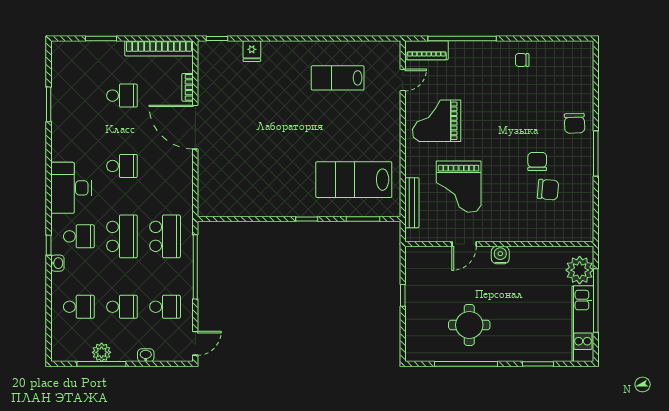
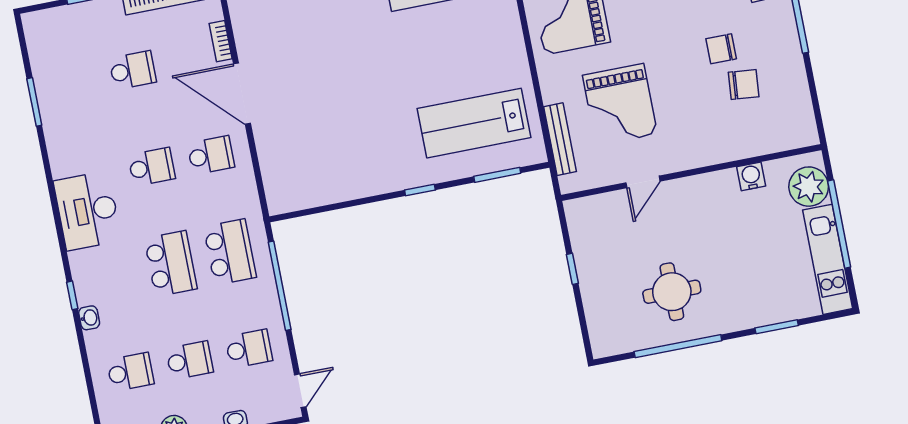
chair: (537, 162) -> (721, 49), turned -90
school desk: (79, 236) -> (211, 155), moved
water cooler: (500, 255) -> (751, 176), moved

